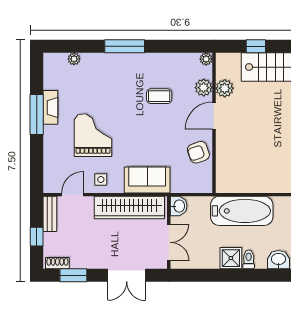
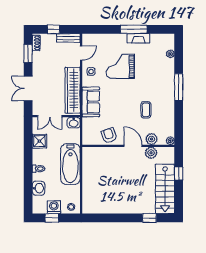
grand piano: (93, 135) -> (120, 66), turned 180
door: (73, 195) -> (81, 53), hinge flipped
shower: (231, 258) -> (39, 141), moved

